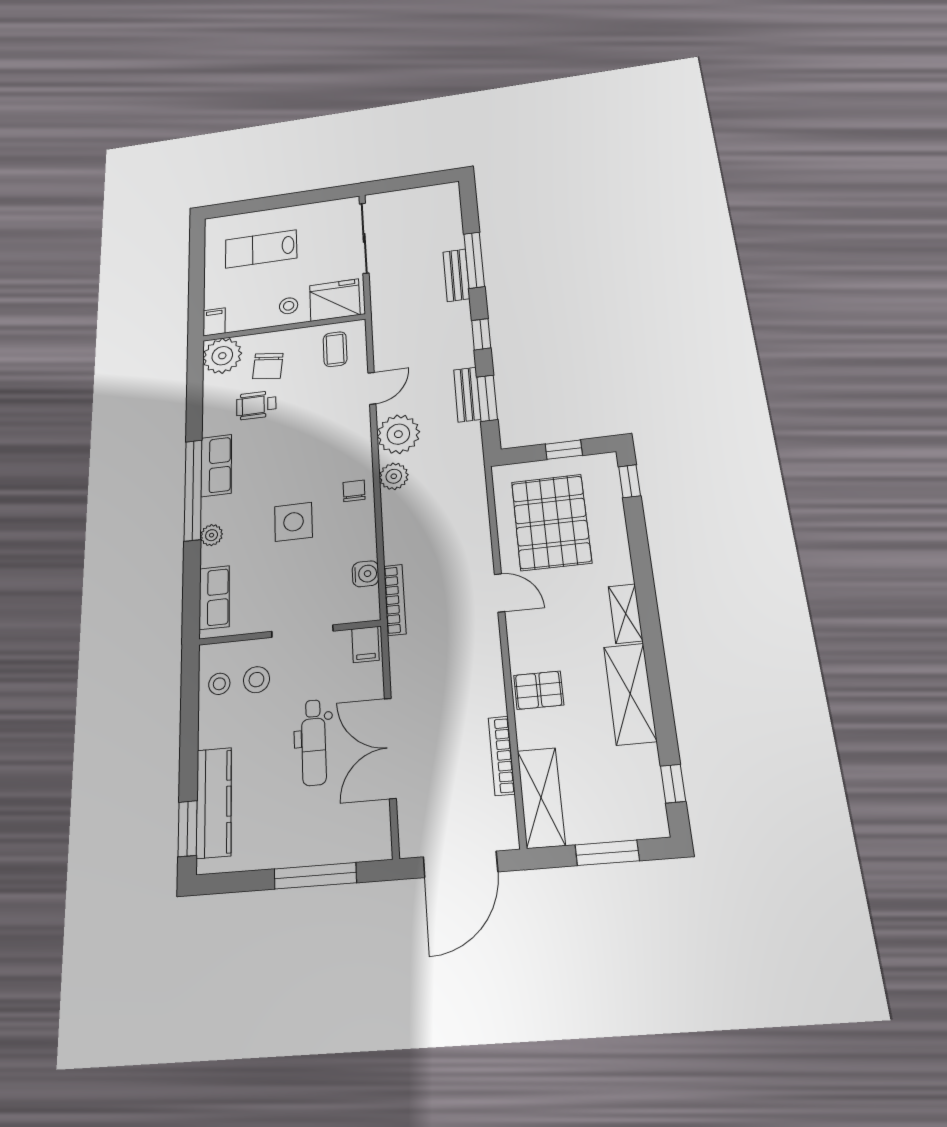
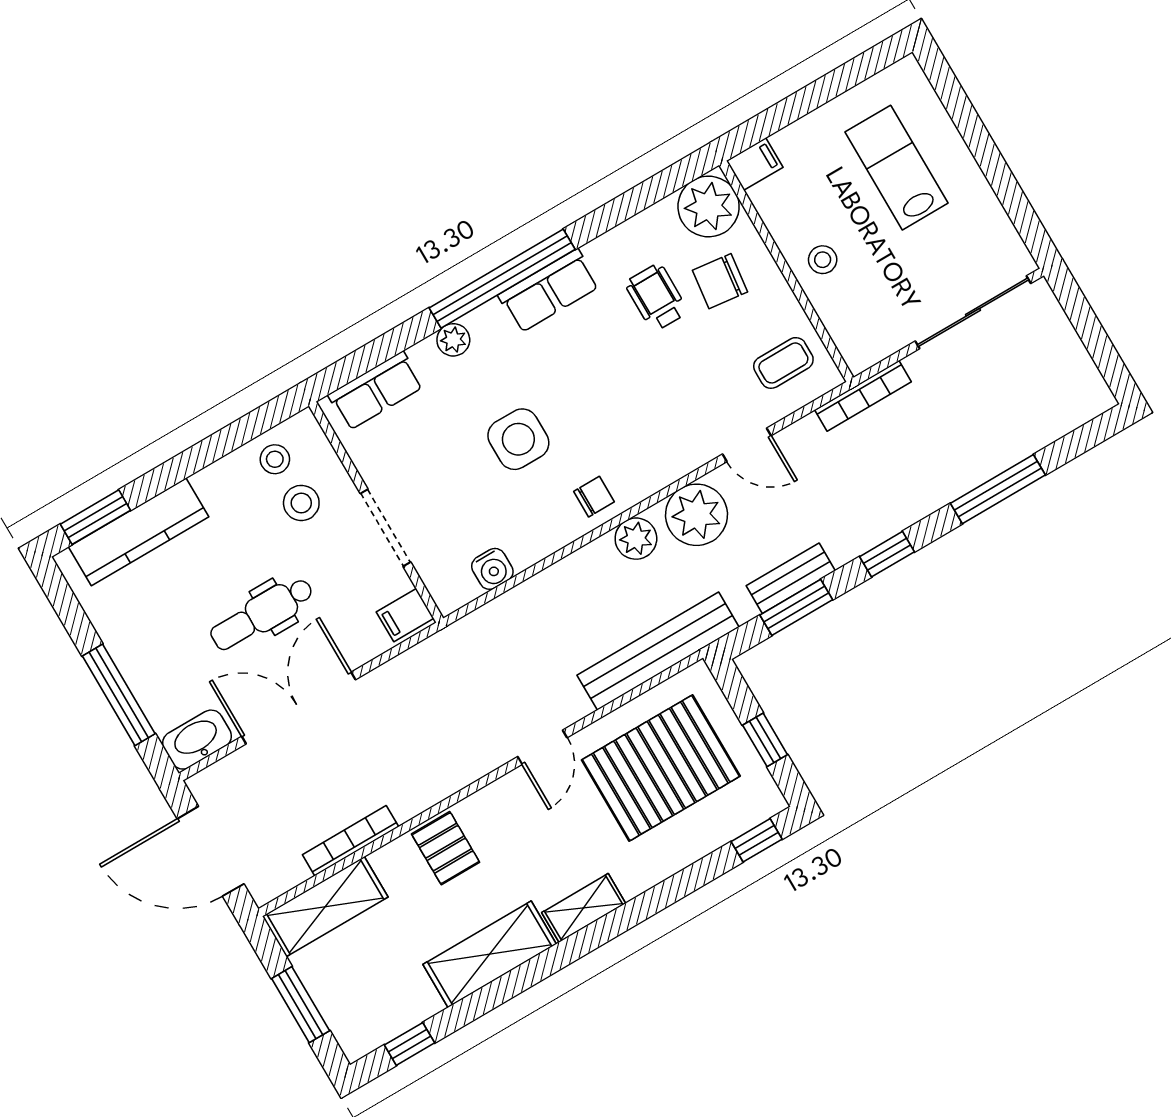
bench: (456, 275) -> (658, 651), moved, width x1.86, depth x1.21
fridge: (335, 300) -> (858, 322), removed
bookcase: (395, 600) -> (863, 396), moved
washbasin: (375, 833) -> (197, 740), added

